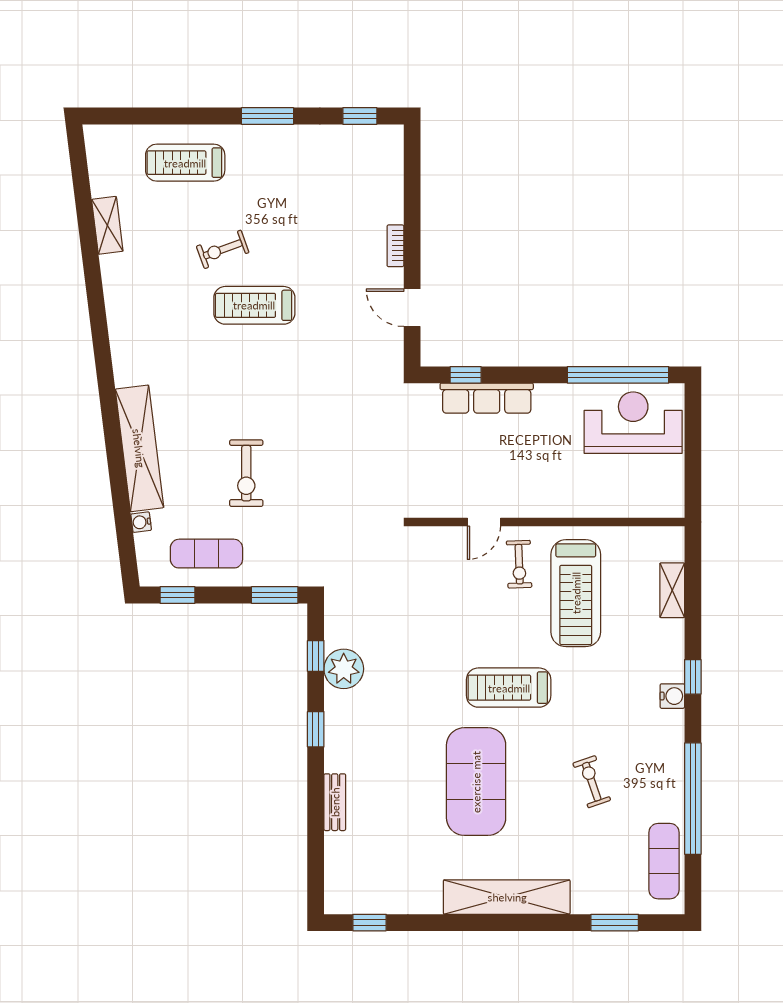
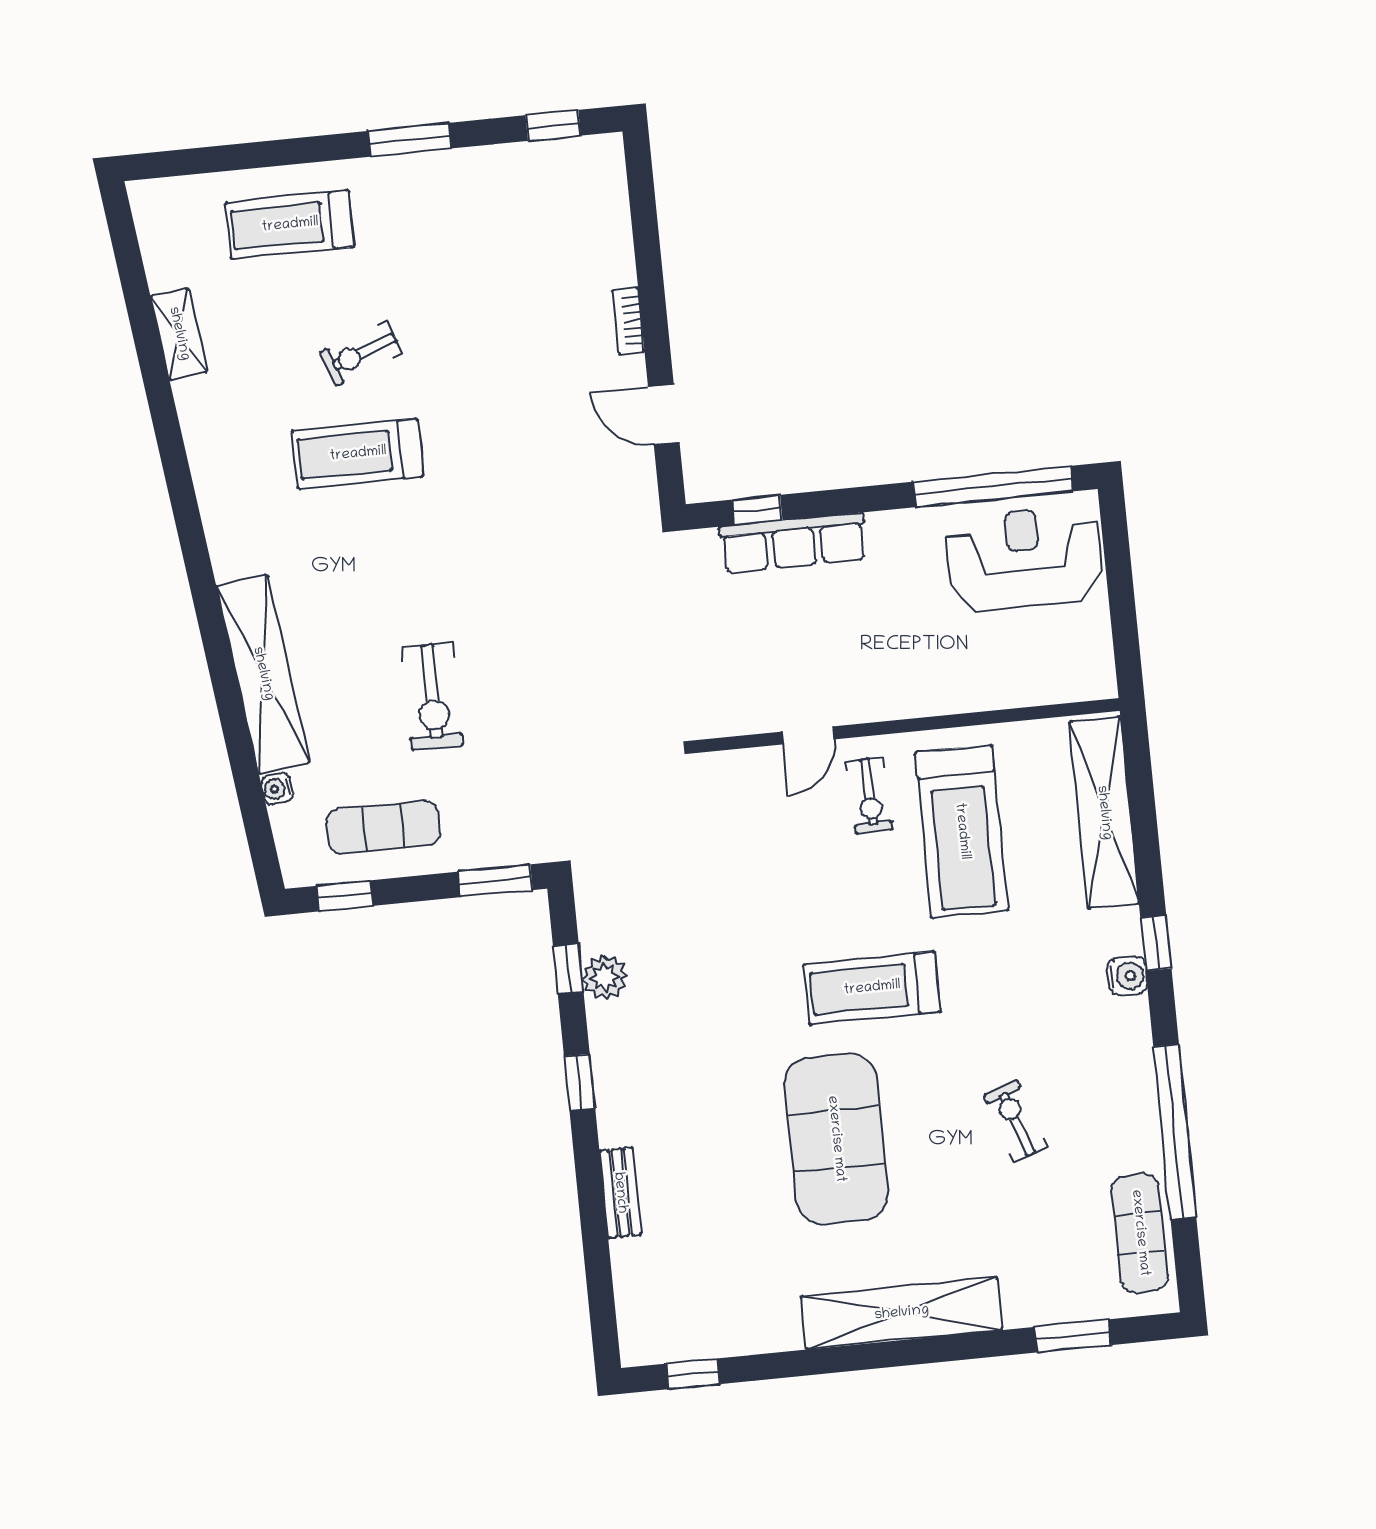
treadmill: (254, 305) -> (358, 454), moved
shelving: (672, 590) -> (1104, 813), width x2.20, depth x1.33
plant: (344, 669) -> (605, 977), width x0.73, depth x0.73

